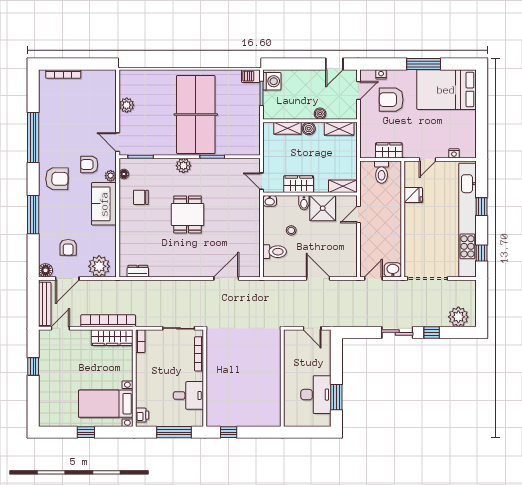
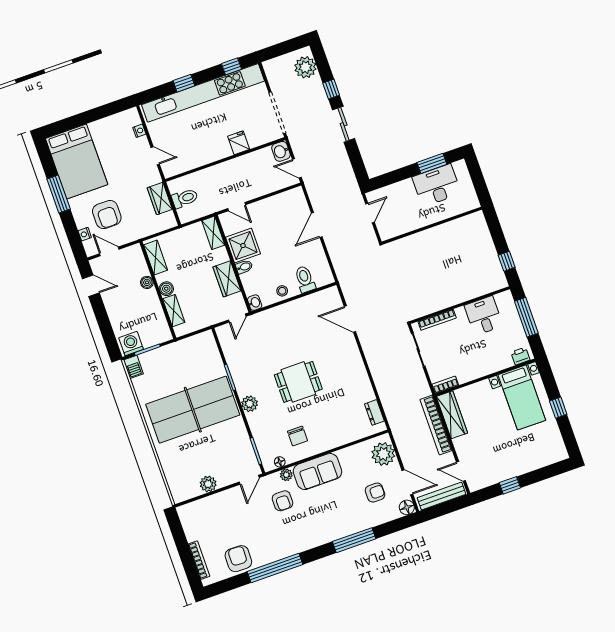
armchair: (57, 179) -> (238, 559), moved
fridge: (413, 195) -> (239, 143), moved
stool: (291, 230) -> (282, 291), moved

